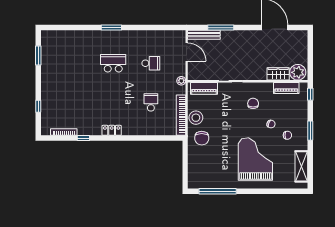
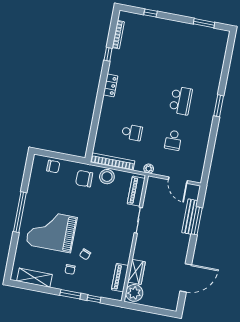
bench: (204, 35) -> (190, 217), moved
door: (187, 52) -> (178, 180), hinge flipped
window: (310, 94) -> (94, 299), moved
chair: (253, 103) -> (53, 166), moved
grand piano: (255, 159) -> (51, 231), turned 180
window: (218, 191) -> (20, 212), moved

